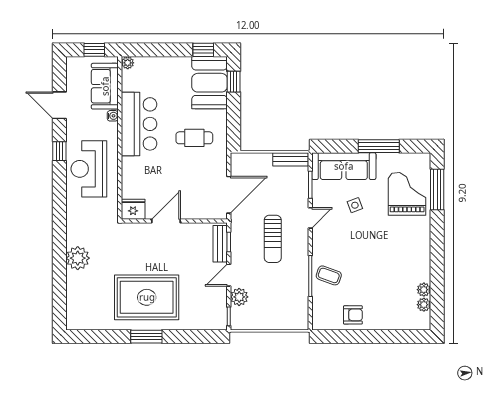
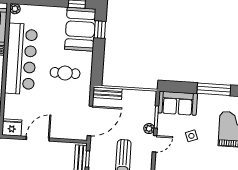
bar counter: (139, 124) -> (21, 59), width x1.36
bench: (291, 159) -> (107, 93), moved
sofa: (344, 166) -> (178, 103), width x0.73
plant: (302, 200) -> (149, 129), added

